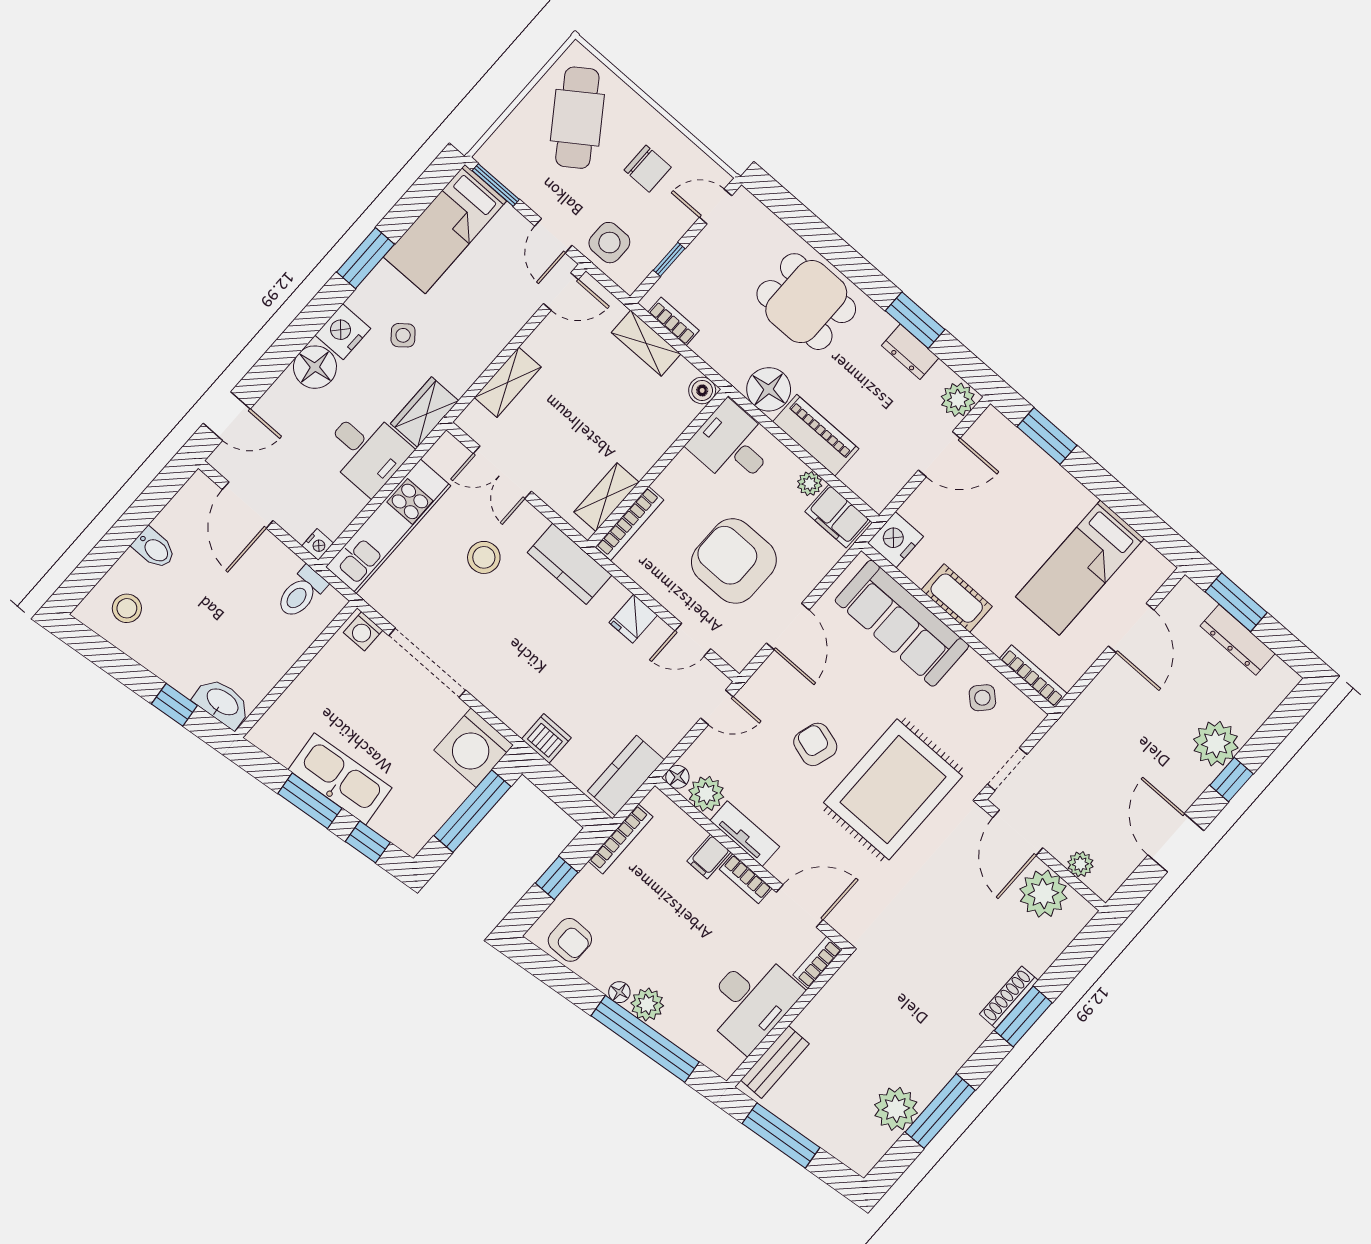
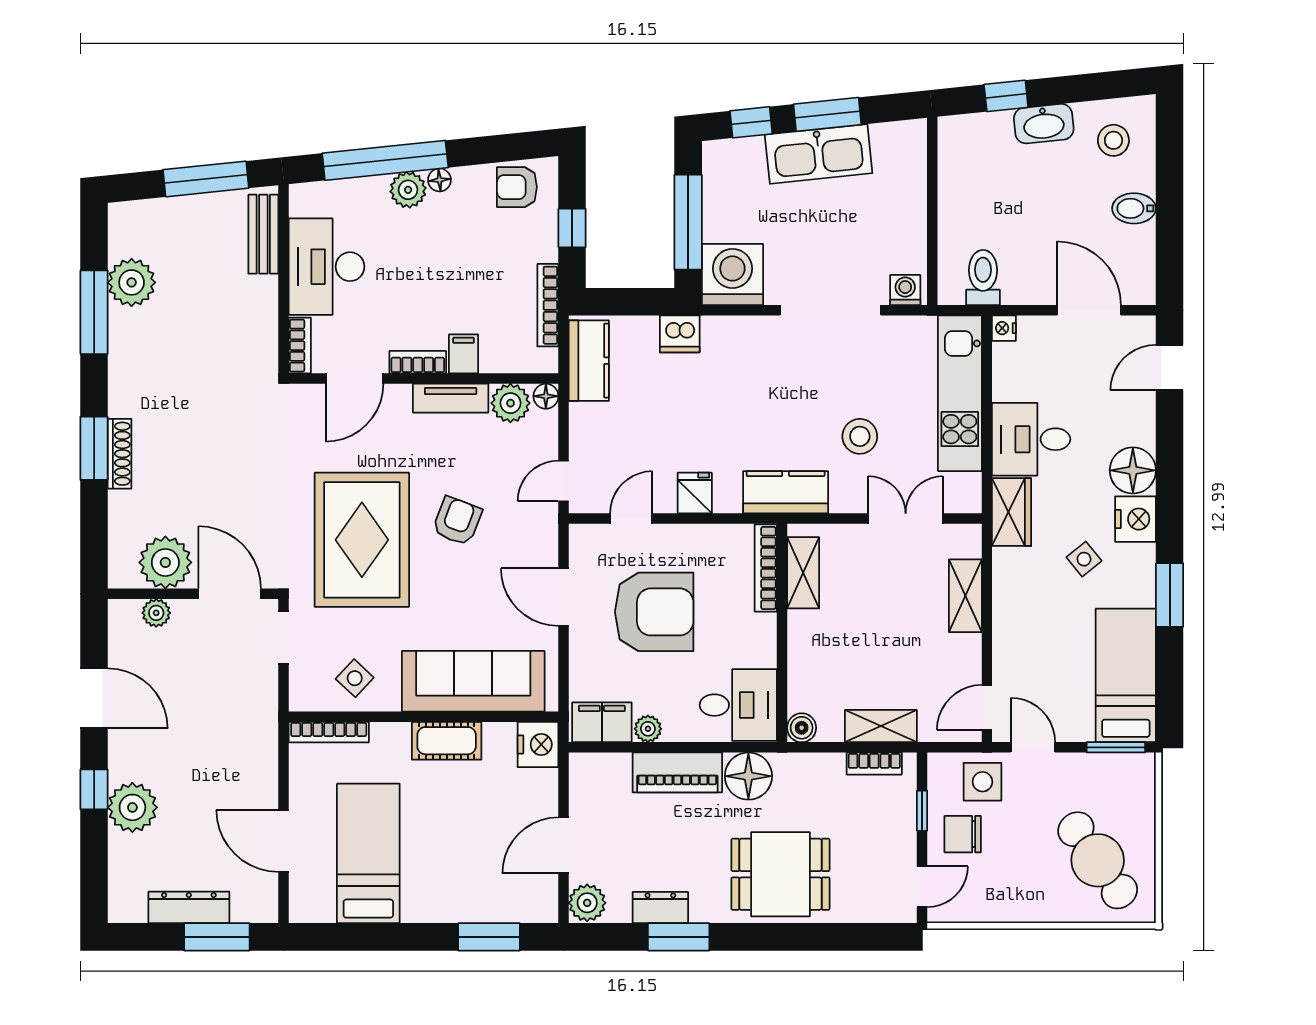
chair: (648, 169) -> (963, 834), moved
washbasin: (222, 703) -> (1044, 124), moved
armchair: (815, 744) -> (457, 521), turned -86

